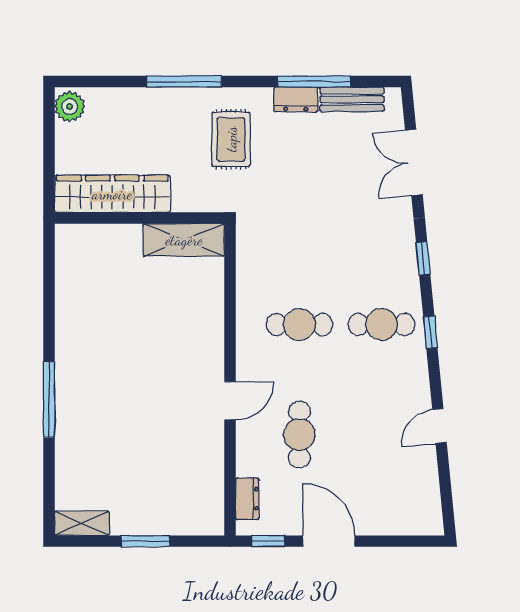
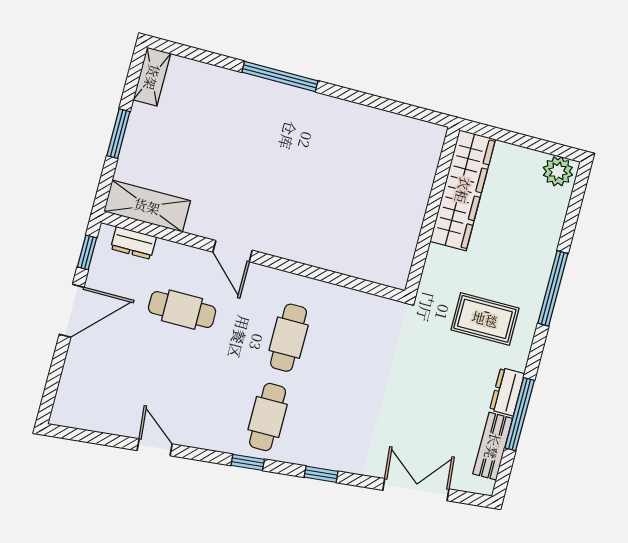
shelving: (184, 240) -> (147, 206), moved, turned 90

